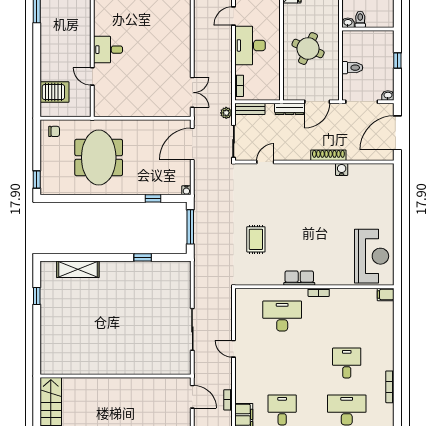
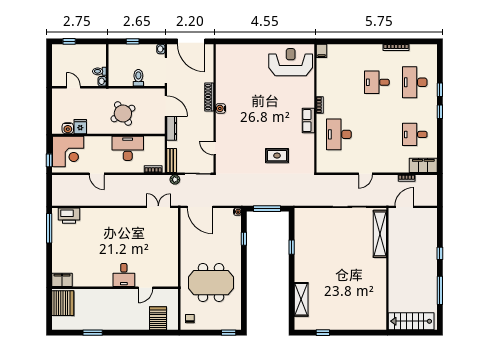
desk: (250, 45) -> (128, 148), moved, turned 180
round table: (308, 49) -> (123, 113), turned 36
water cooler: (342, 169) -> (221, 108), moved
shelving: (159, 367) -> (380, 234), added

